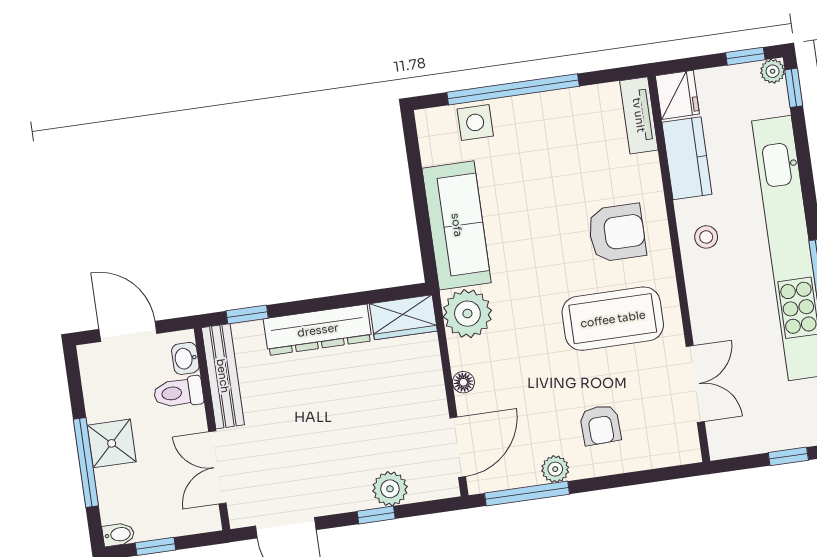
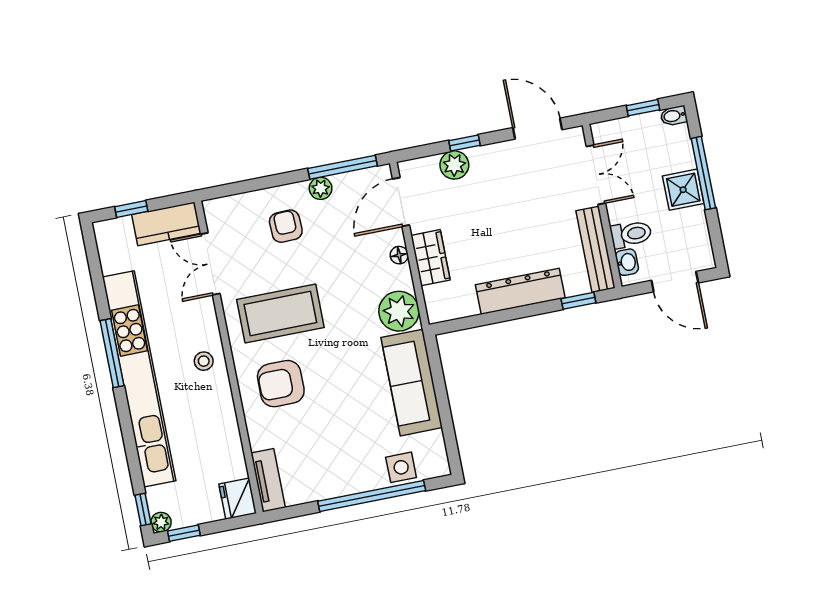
kitchen counter: (687, 158) -> (166, 224), moved, turned -90
stool: (706, 237) -> (204, 361), moved
wardrobe: (403, 317) -> (431, 258), moved, turned 90

